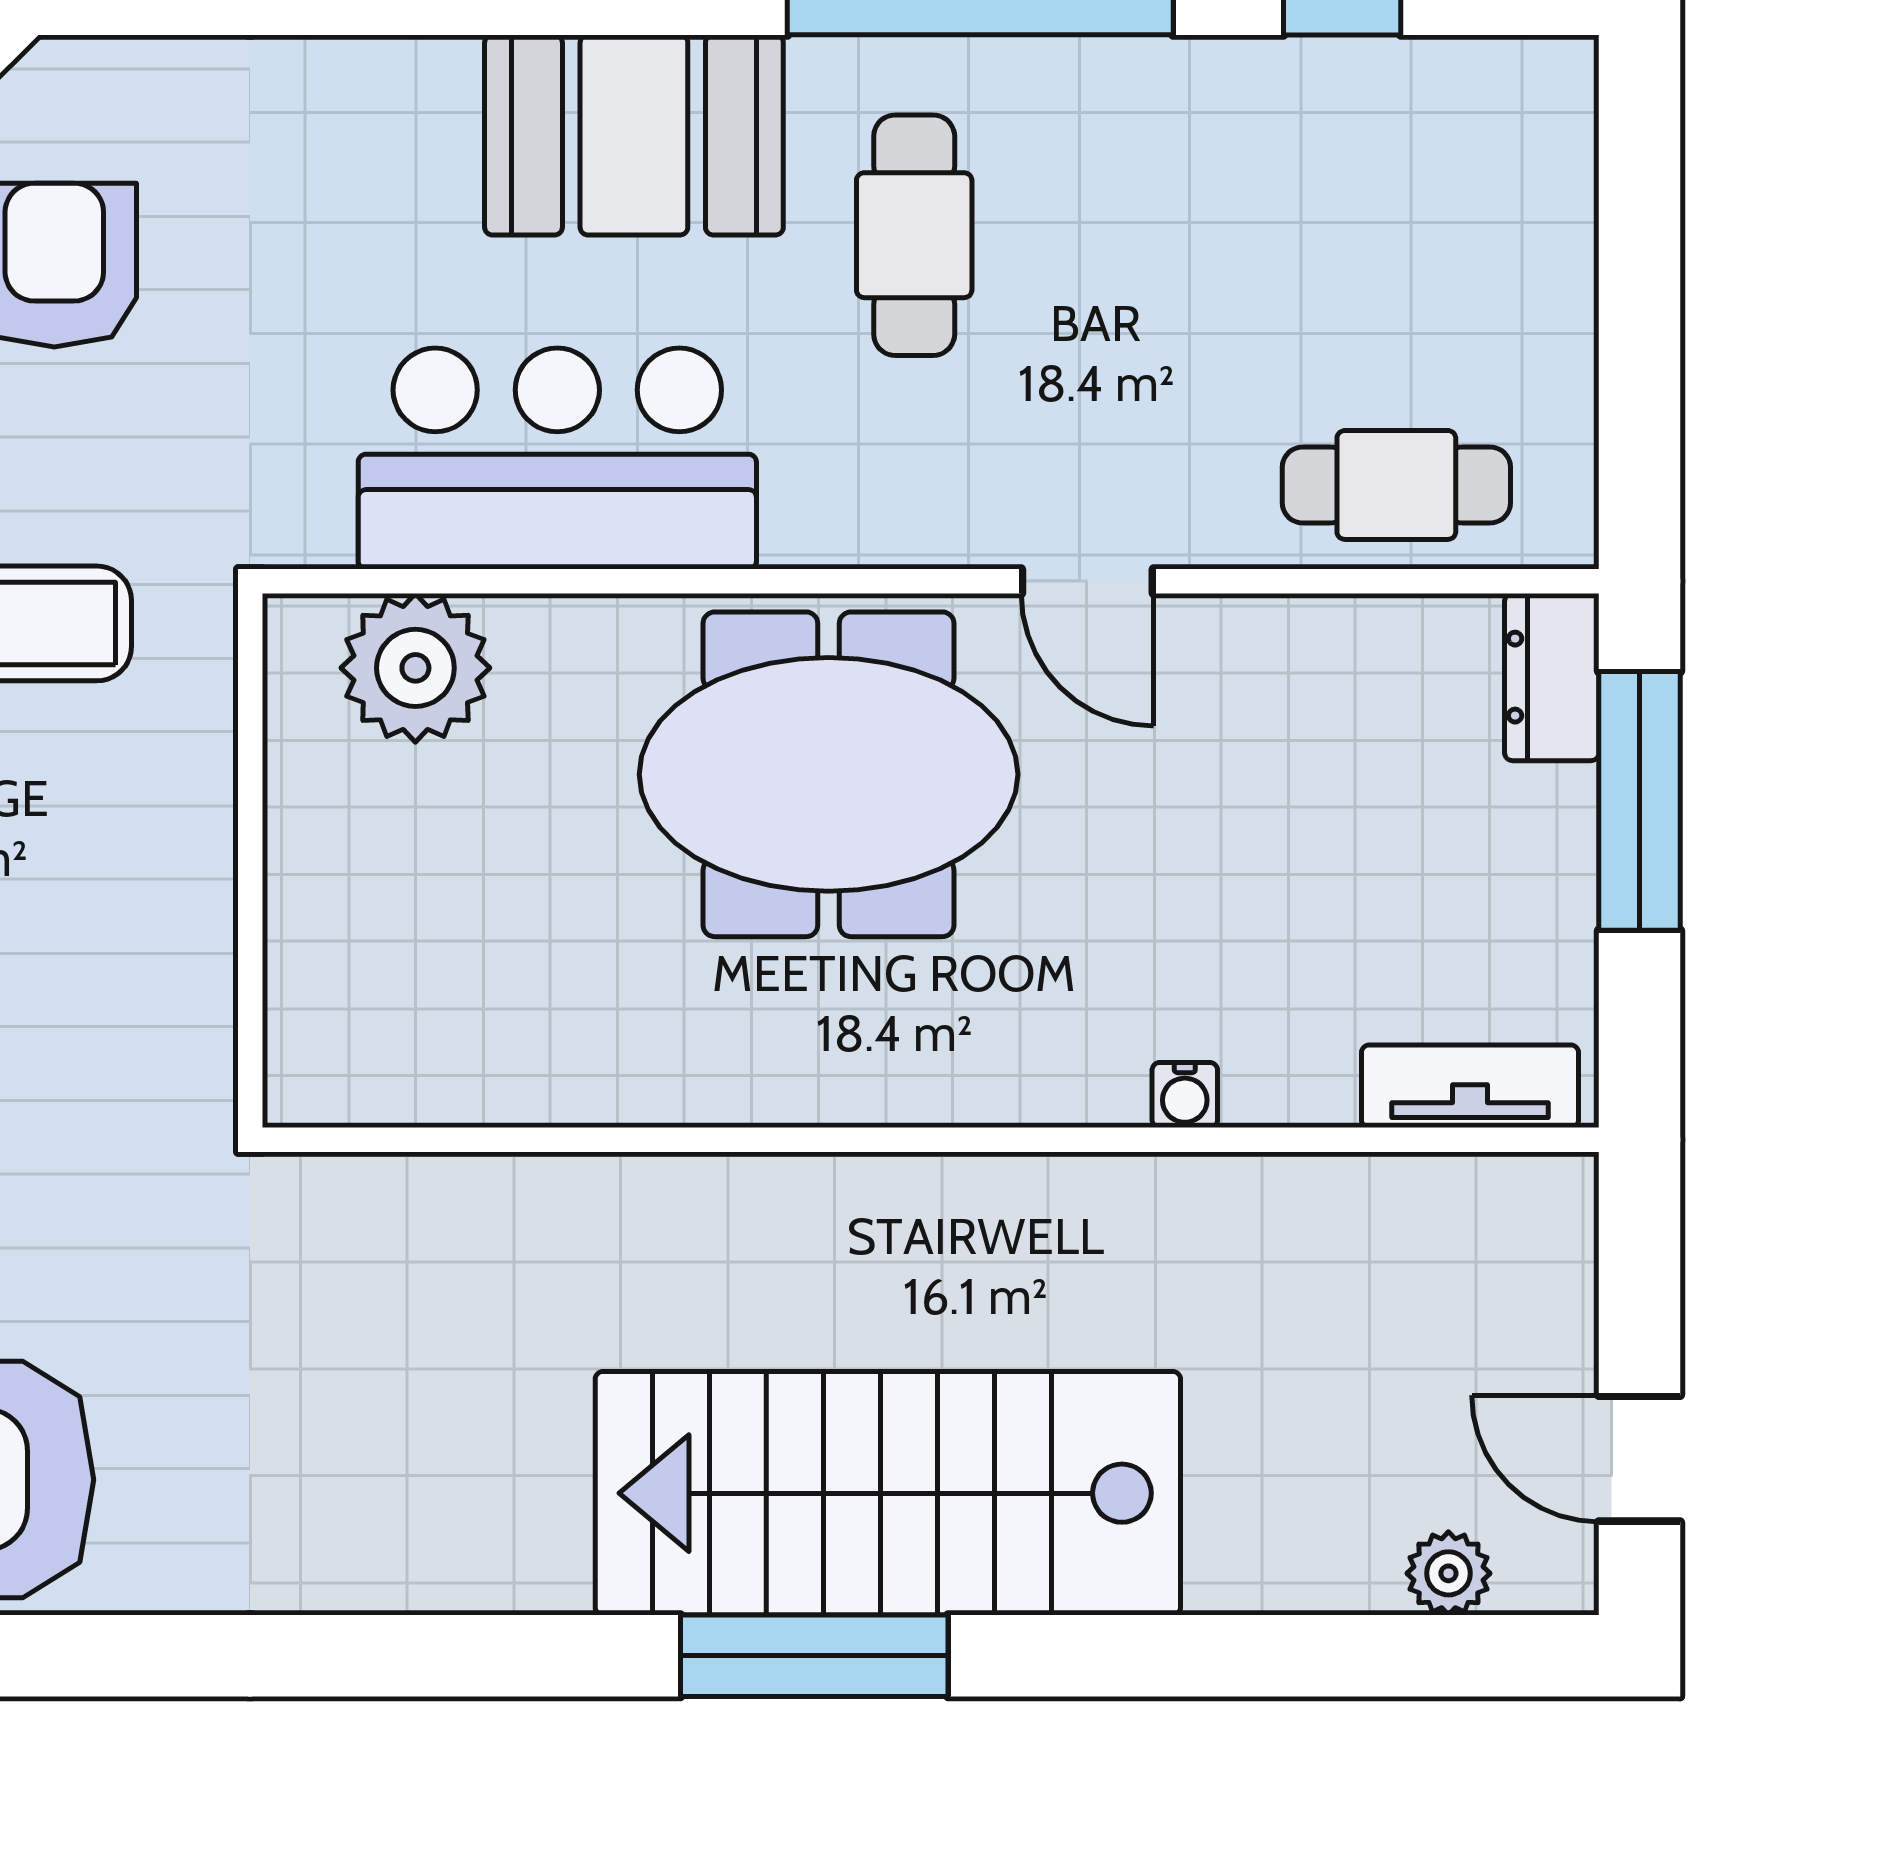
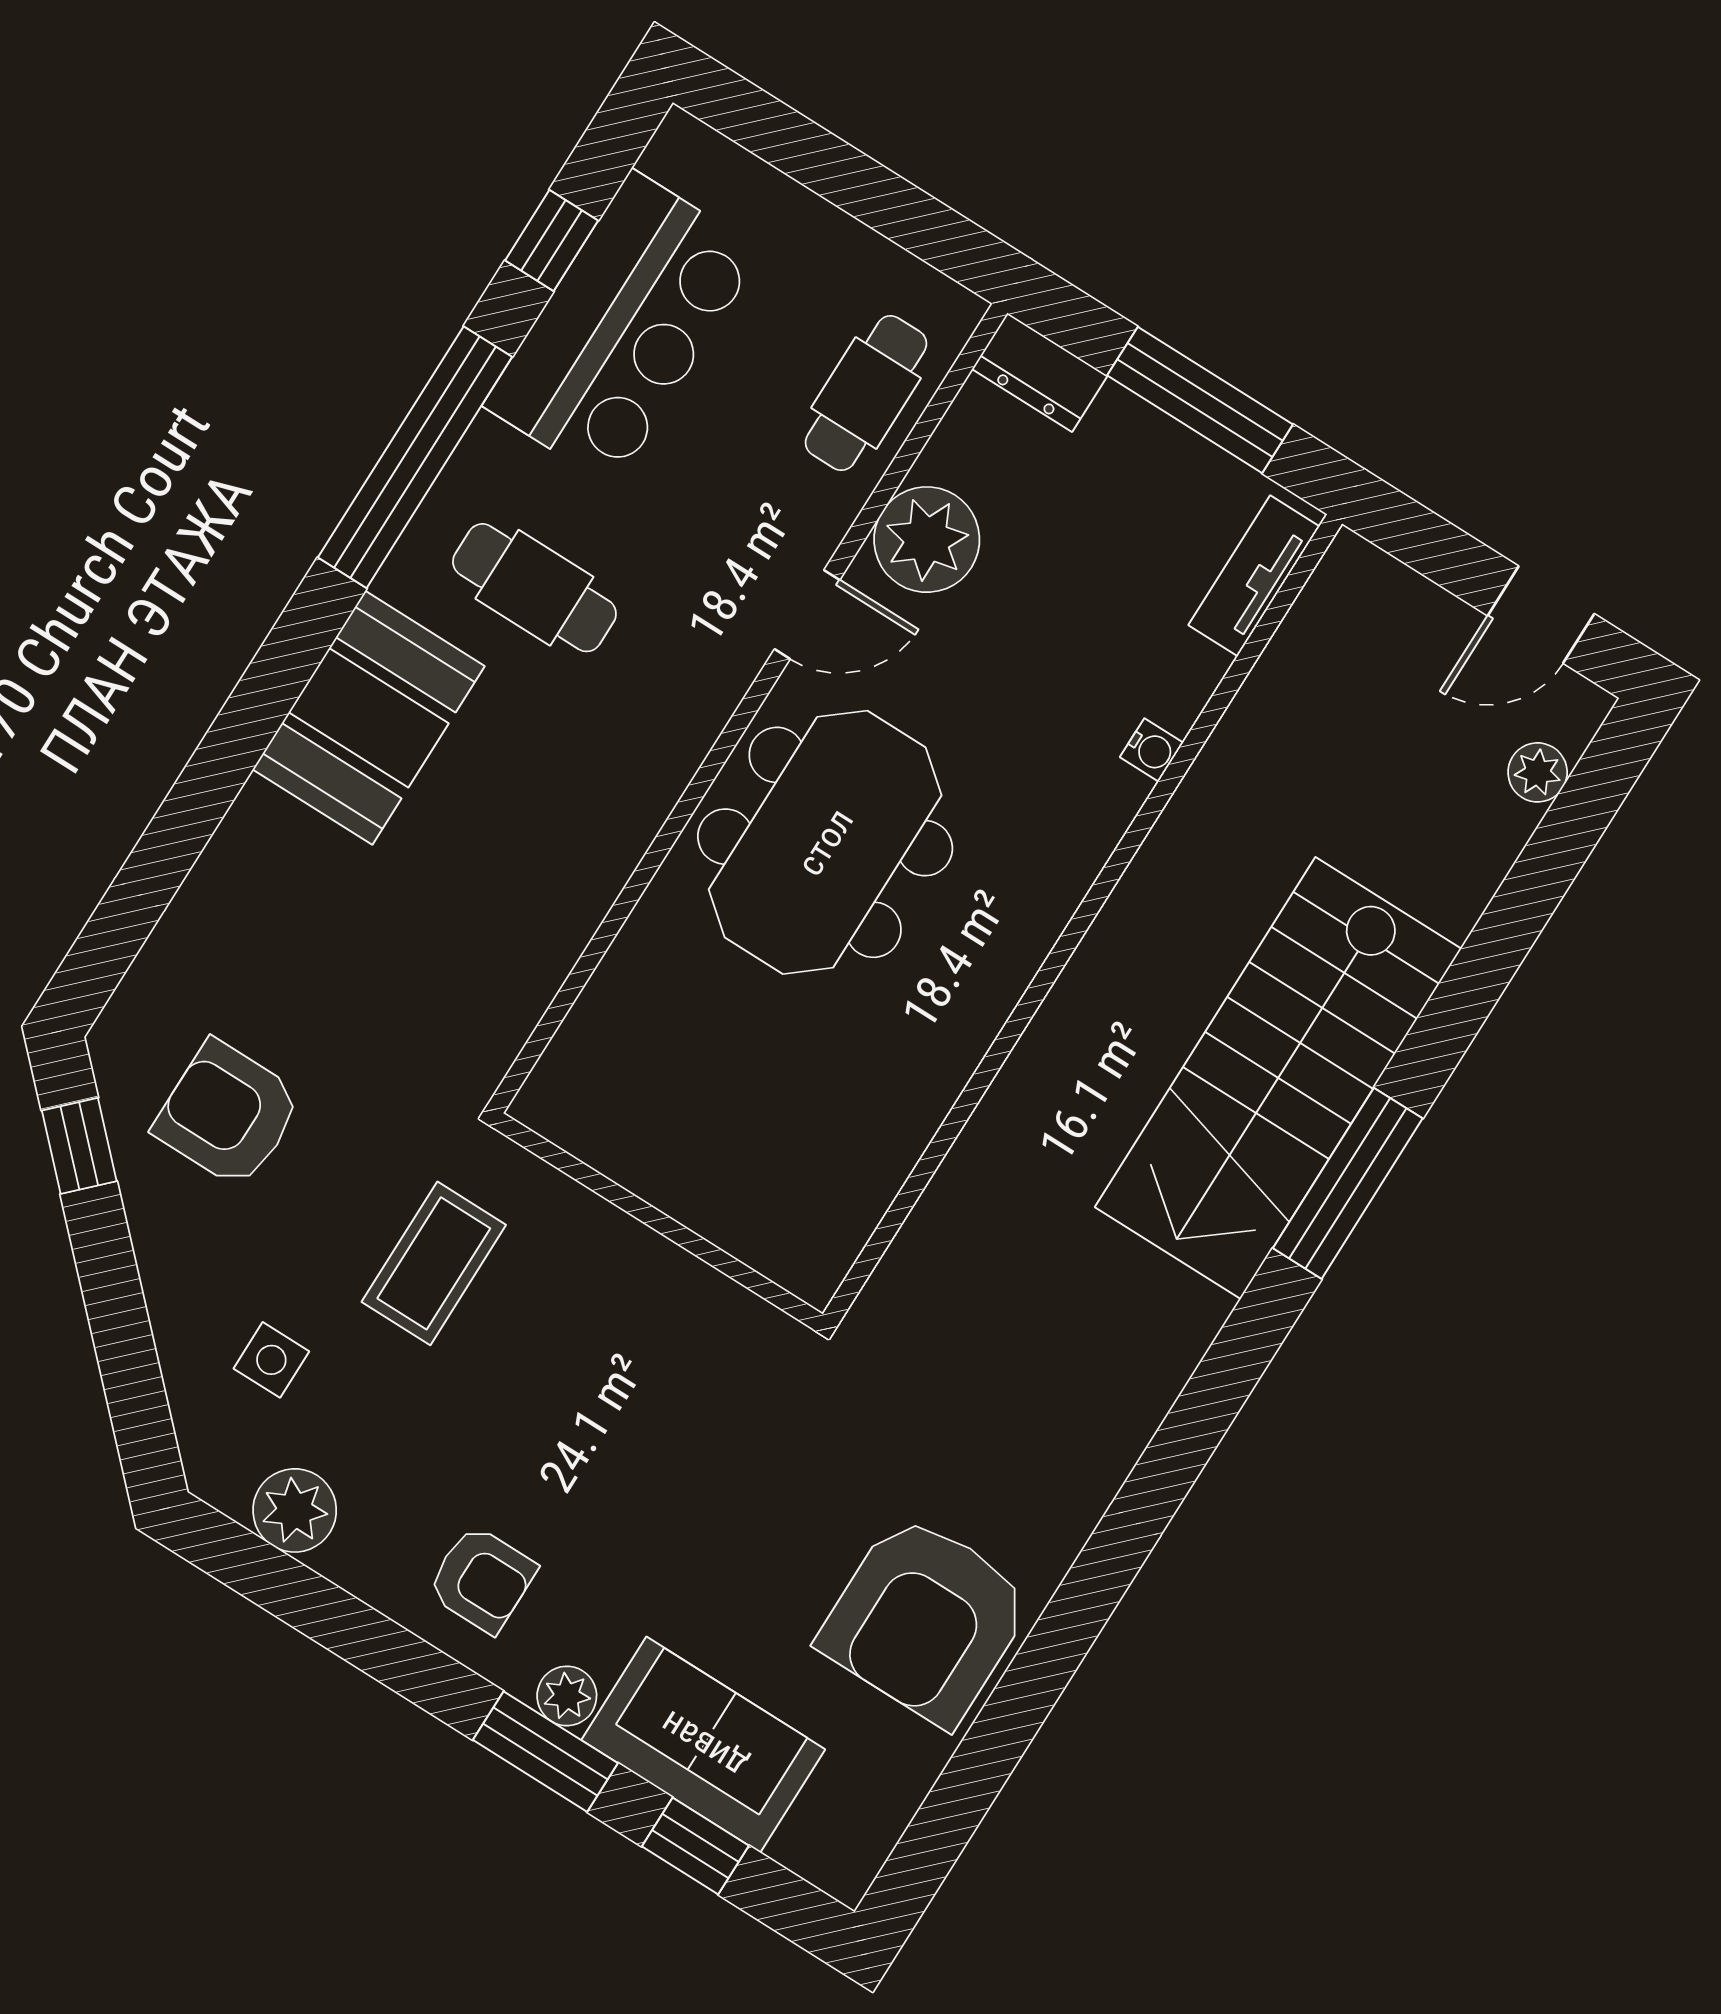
bar counter: (557, 458) -> (623, 328), moved, turned 180
plant: (415, 668) -> (927, 540), moved
window: (1639, 801) -> (1200, 400), moved

